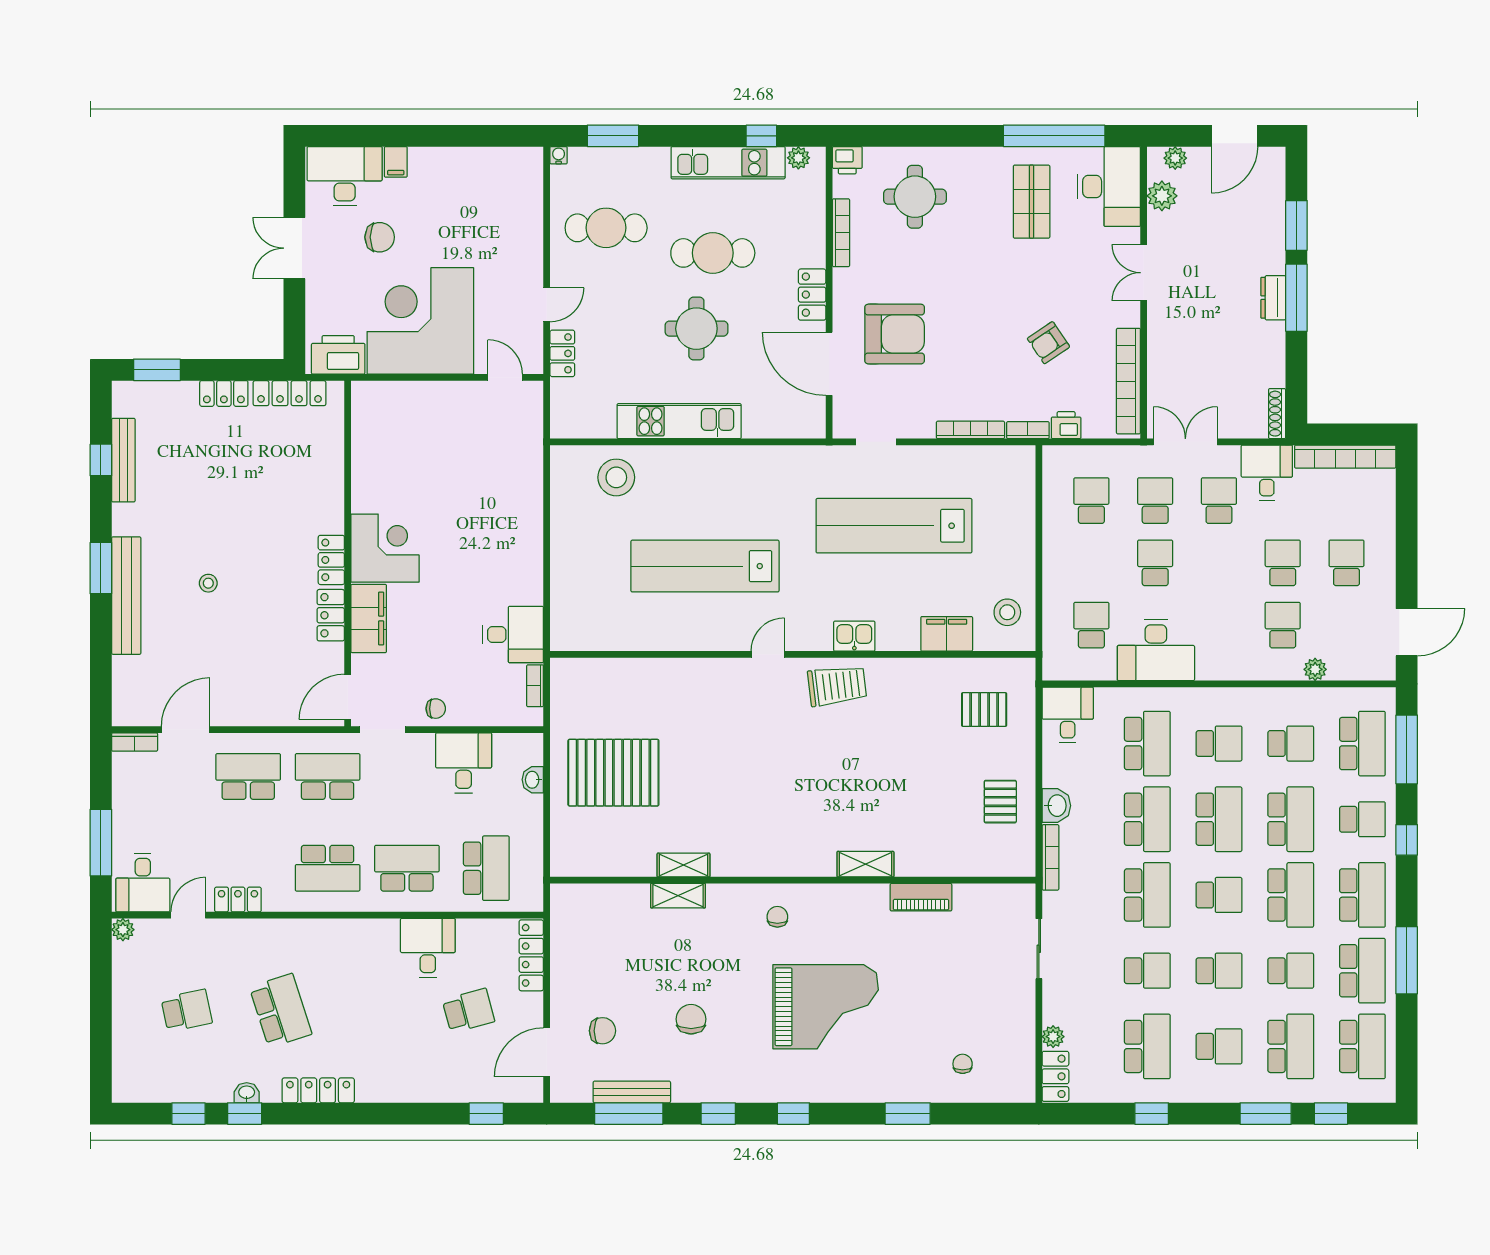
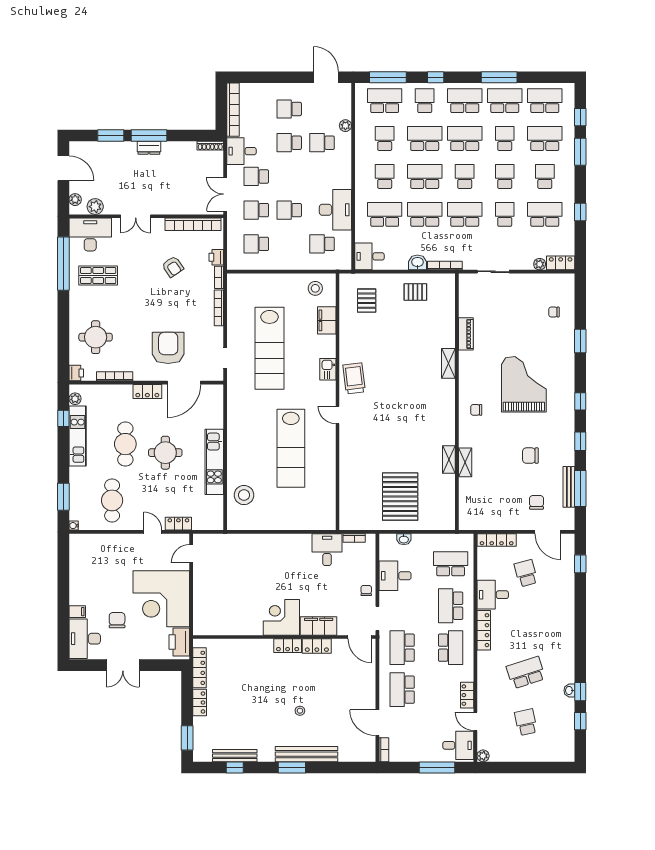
locker: (318, 1090) -> (484, 630), moved, turned 180

